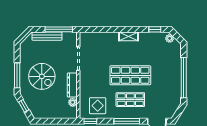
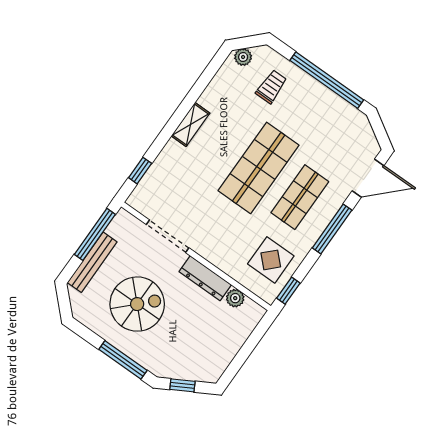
window: (155, 29) -> (140, 171), moved
trolley: (166, 58) -> (271, 87), added
spiral stairs: (42, 76) -> (137, 304), moved

